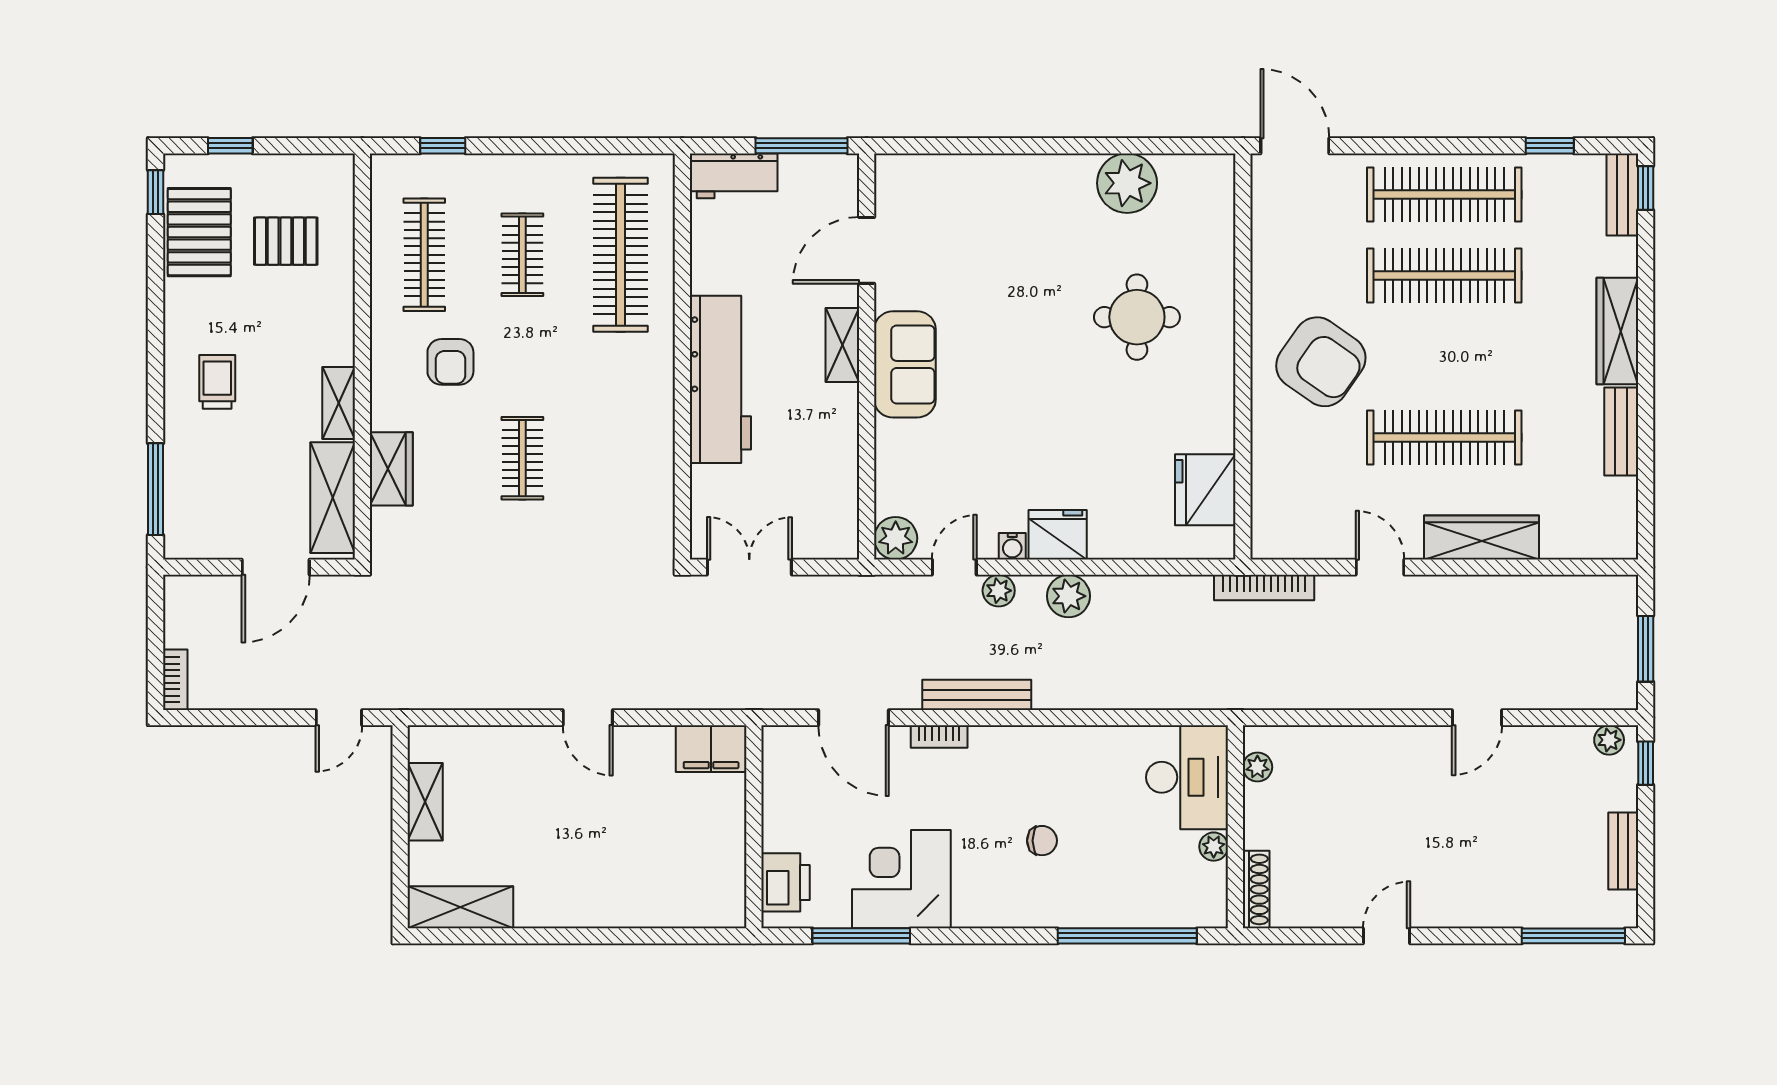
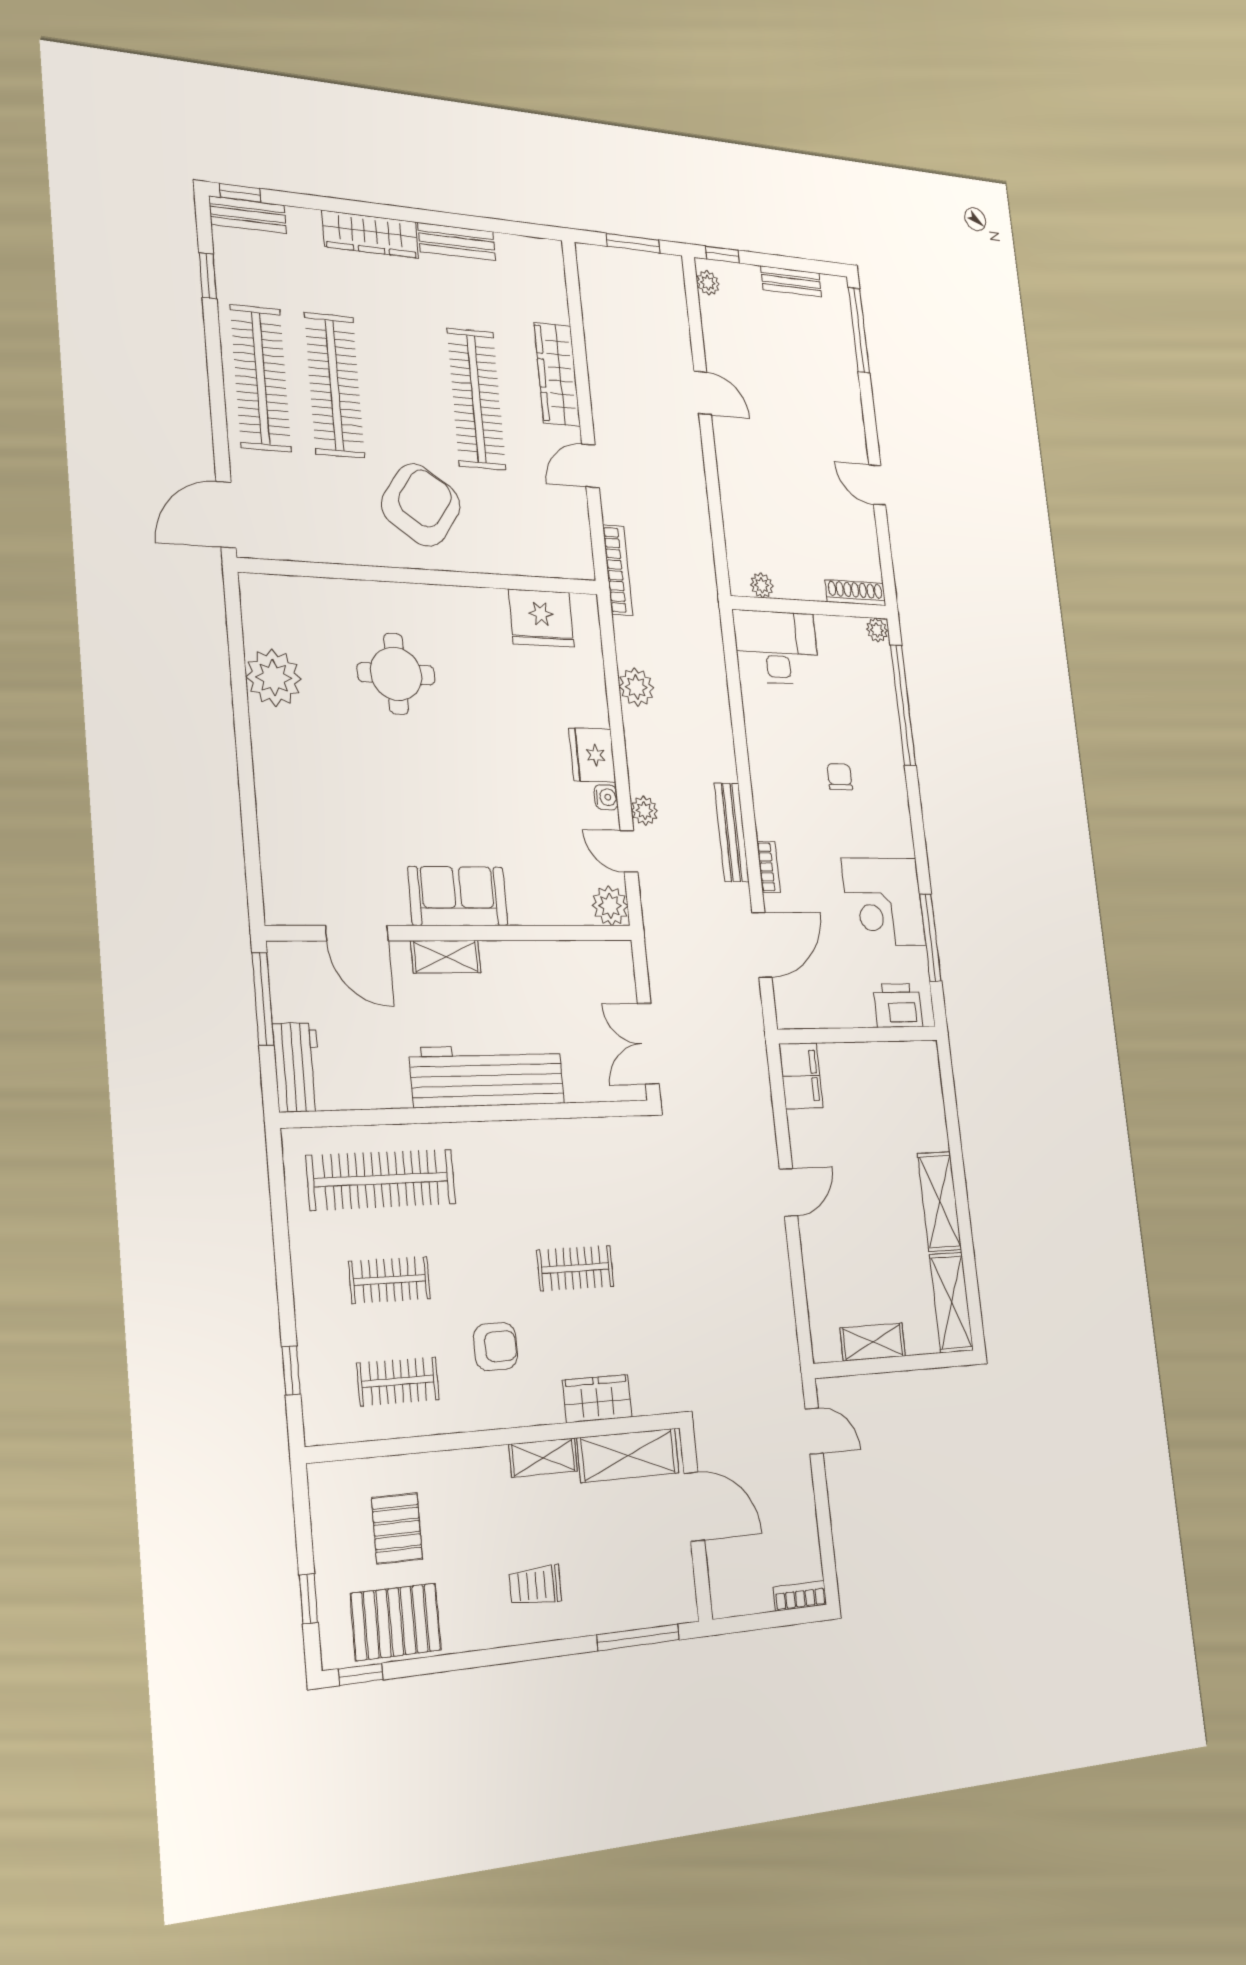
clothes rail: (424, 255) -> (398, 1381), width x0.73
plant: (1068, 596) -> (636, 687), moved
plant: (1214, 847) -> (877, 630), moved
shelving: (569, 907) -> (940, 1201), added

